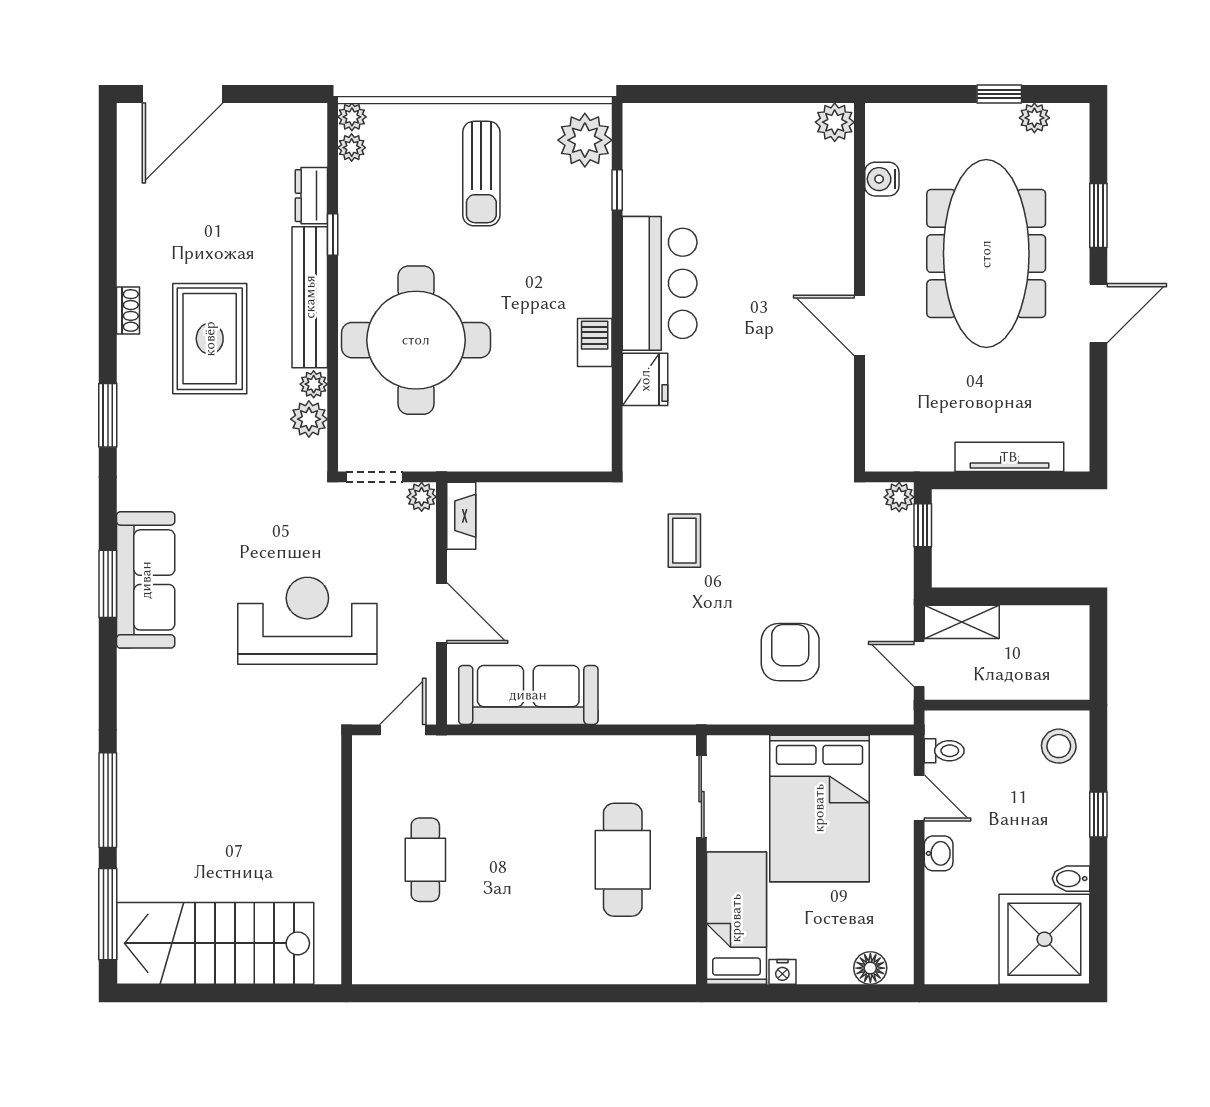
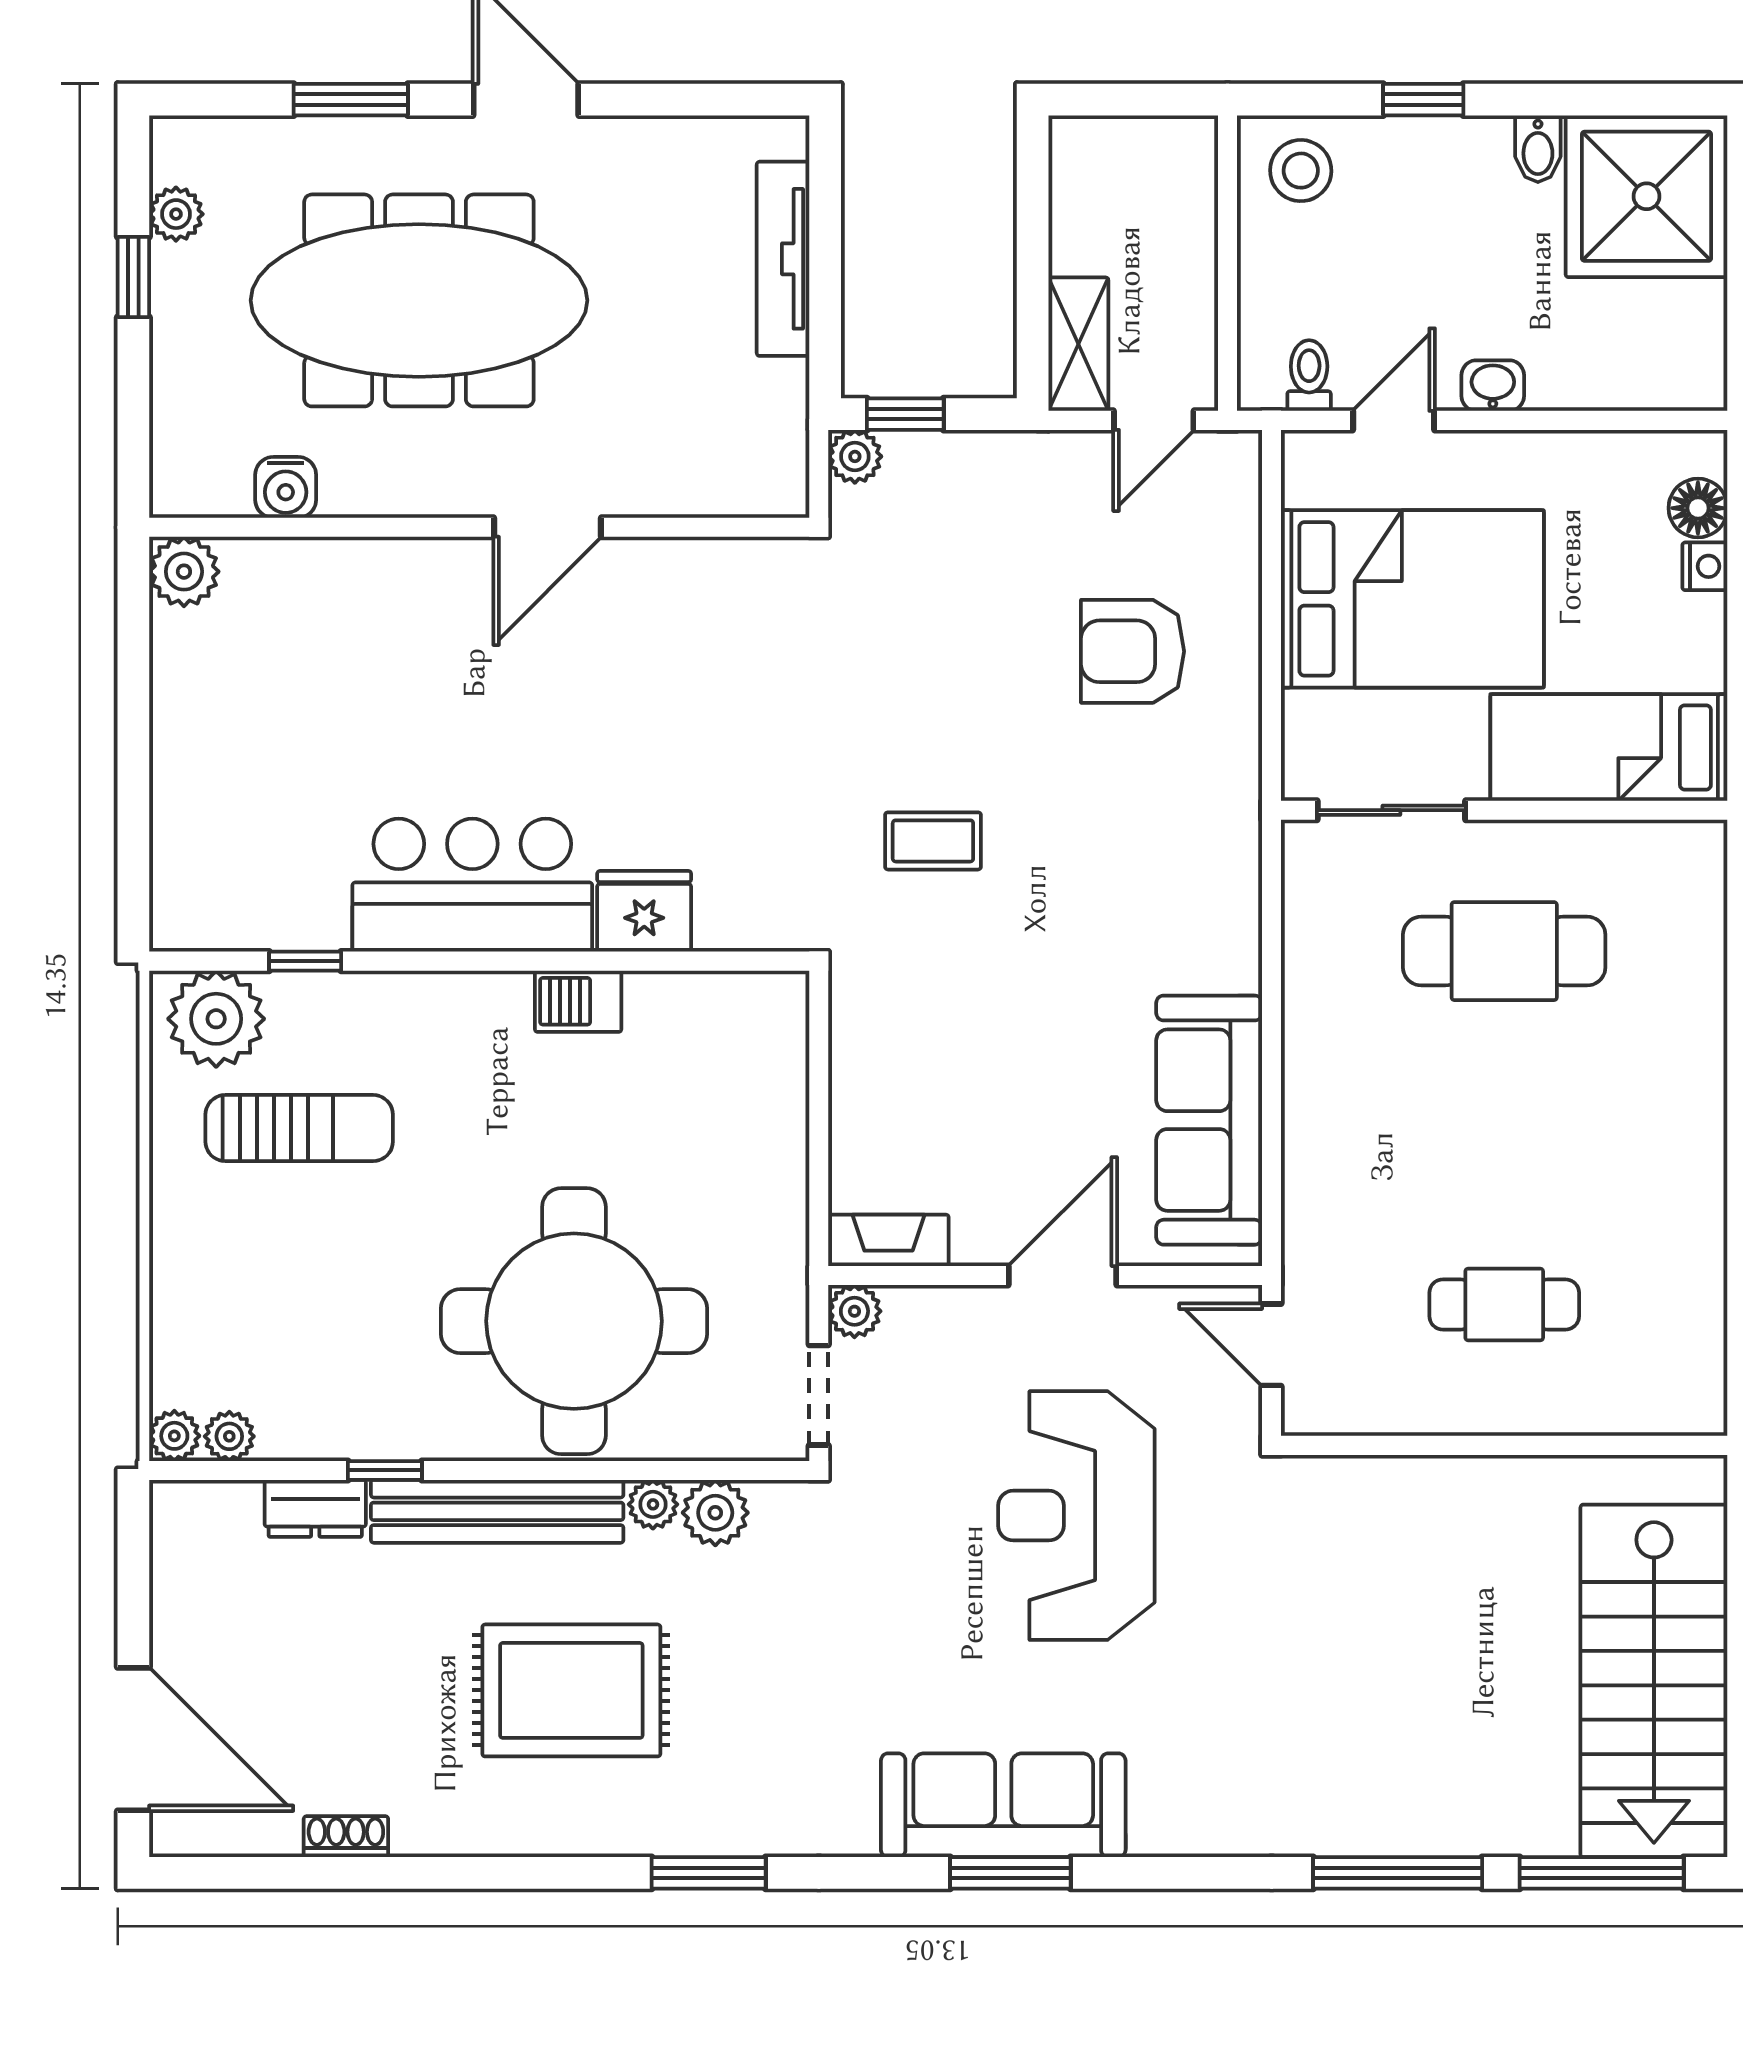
sun lounger: (481, 174) -> (299, 1128), moved
shoe rack: (128, 310) -> (346, 1837), moved
nightstand: (782, 972) -> (1705, 566), moved

